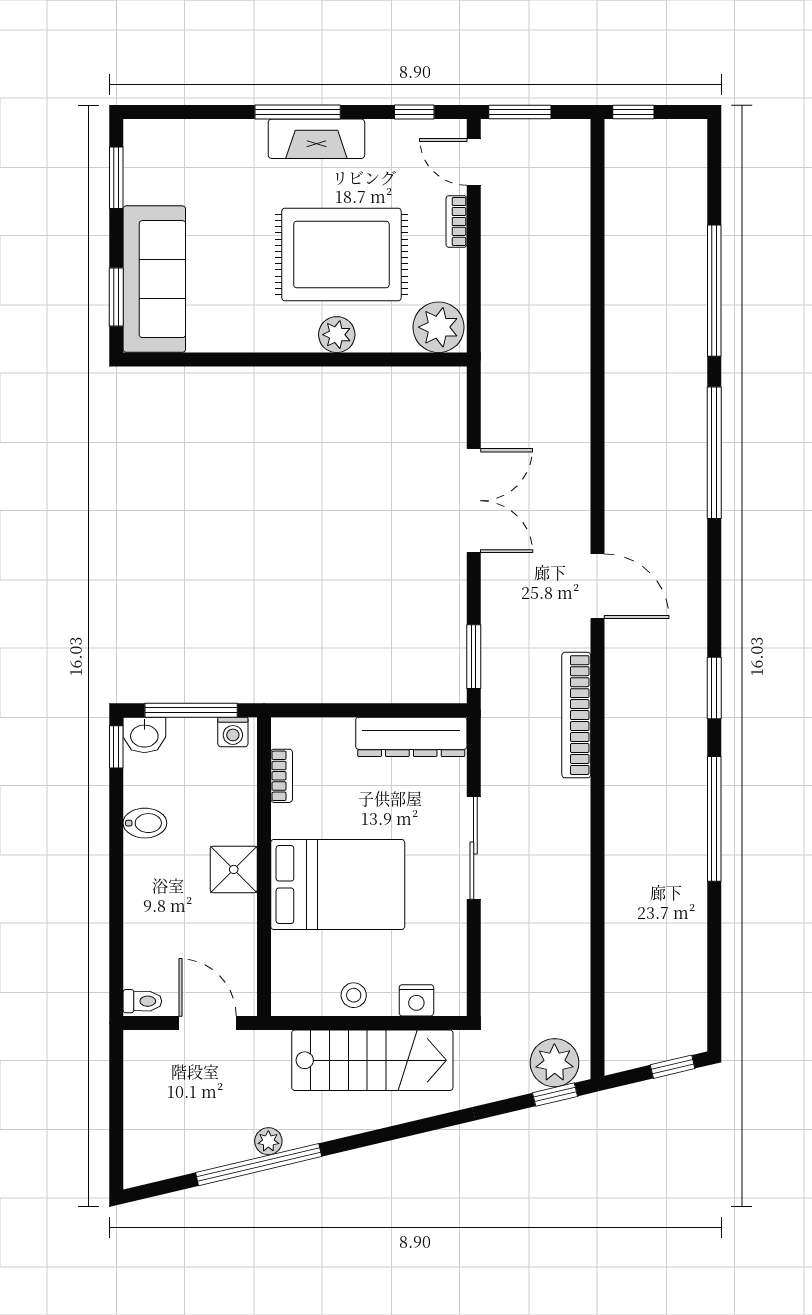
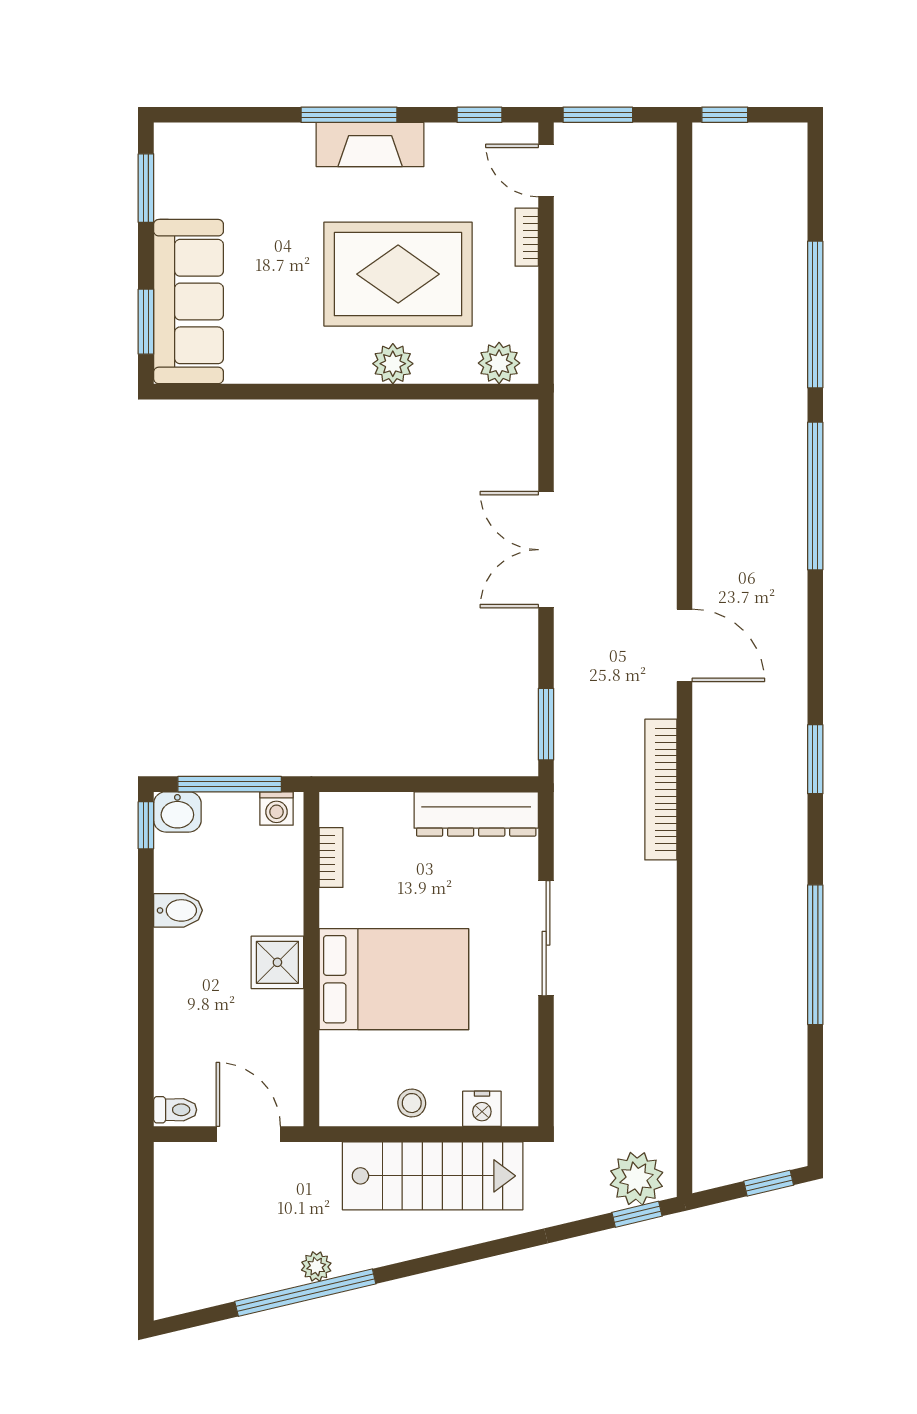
plant: (439, 327) -> (499, 363), width x0.73, depth x0.73
double door: (474, 501) -> (546, 550), swing flipped
window: (714, 819) -> (815, 955), moved

